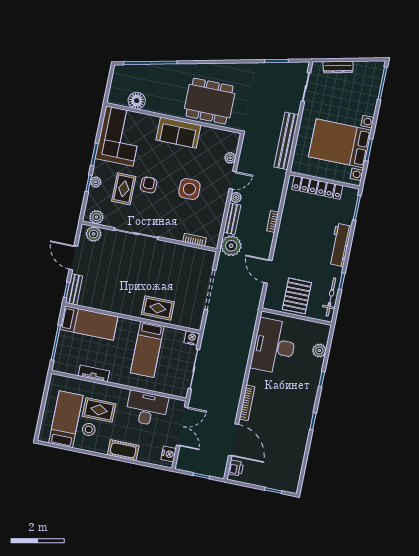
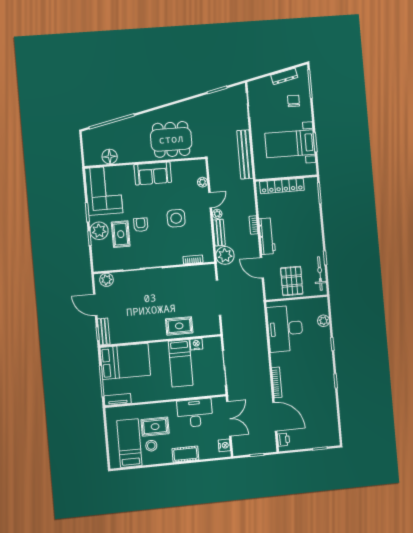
dresser: (338, 67) -> (284, 76), moved
chair: (358, 97) -> (294, 101), added
bed with nightstands: (340, 143) -> (290, 144), width x0.73
plant: (96, 182) -> (99, 231), width x1.87, depth x1.87
plant: (96, 217) -> (105, 265), removed
workbench: (340, 245) -> (267, 236), moved, turned 180
bed: (89, 323) -> (125, 361), width x1.50
nightstand: (192, 338) -> (196, 344), moved
tv unit: (94, 373) -> (118, 400), moved

